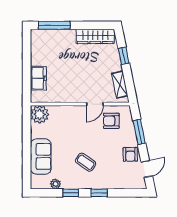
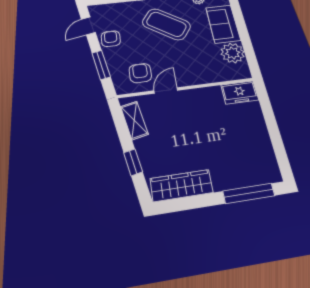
freezer: (38, 78) -> (240, 92), moved, turned -90
plant: (40, 114) -> (233, 53), moved
armchair: (111, 121) -> (140, 73), turned -90
coffee table: (86, 162) -> (166, 24), width x1.86, depth x1.72

